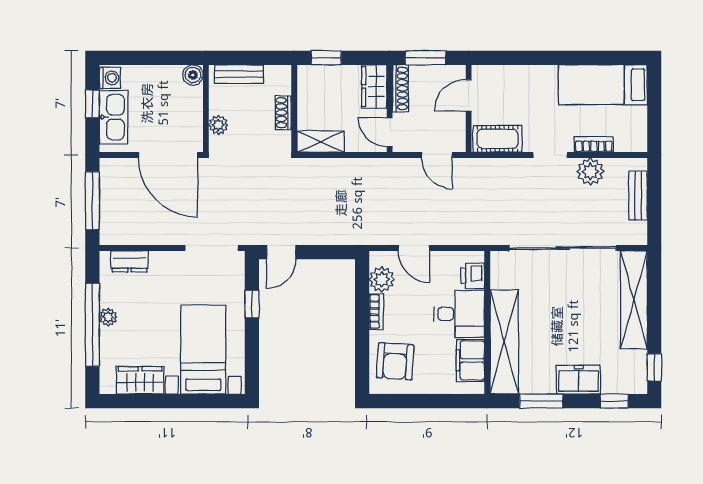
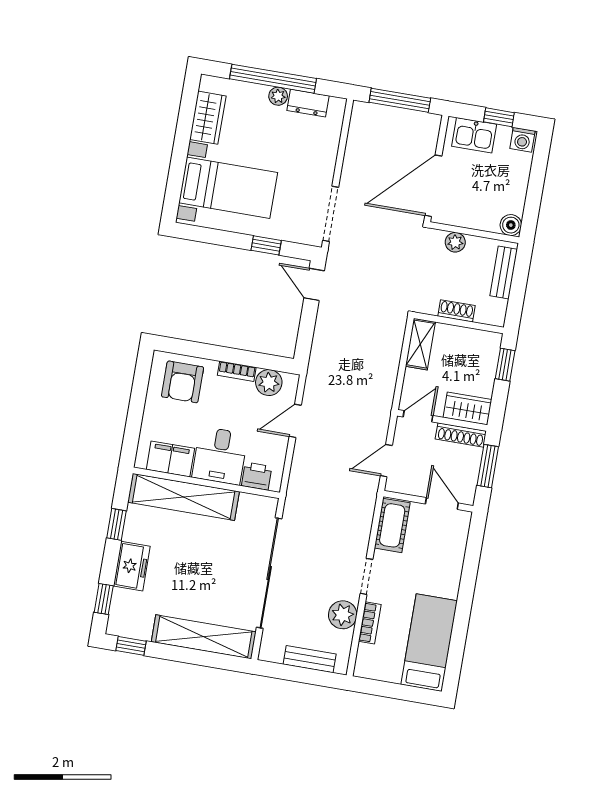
kitchen sink: (114, 117) -> (474, 135), width x0.73
dresser: (130, 261) -> (308, 103), moved, turned -90
armchair: (395, 361) -> (183, 382), turned -94
window: (541, 401) -> (116, 524), width x0.67

